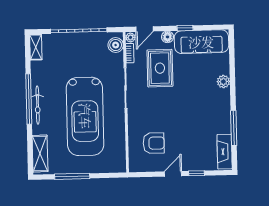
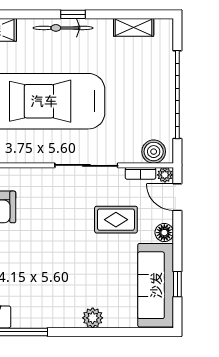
window: (185, 28) -> (177, 284), moved
shelving: (36, 47) -> (134, 27), moved
rug: (160, 68) -> (116, 220), width x0.73, depth x0.70
window: (29, 99) -> (73, 14), width x0.32

